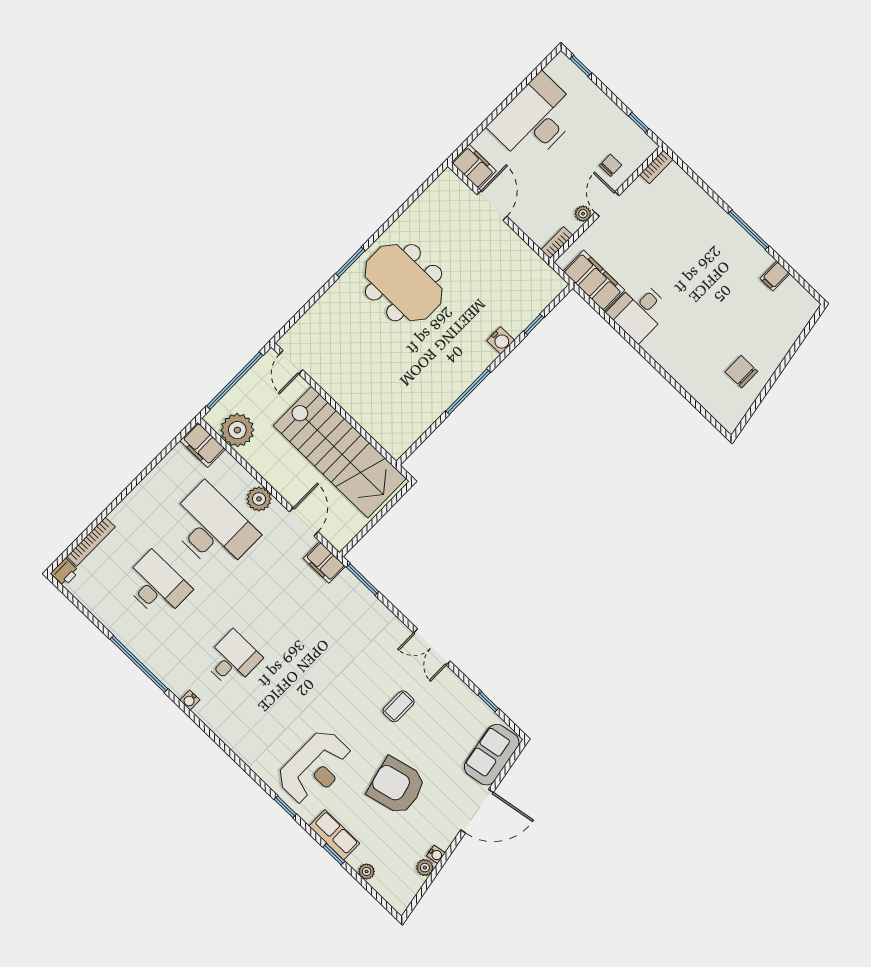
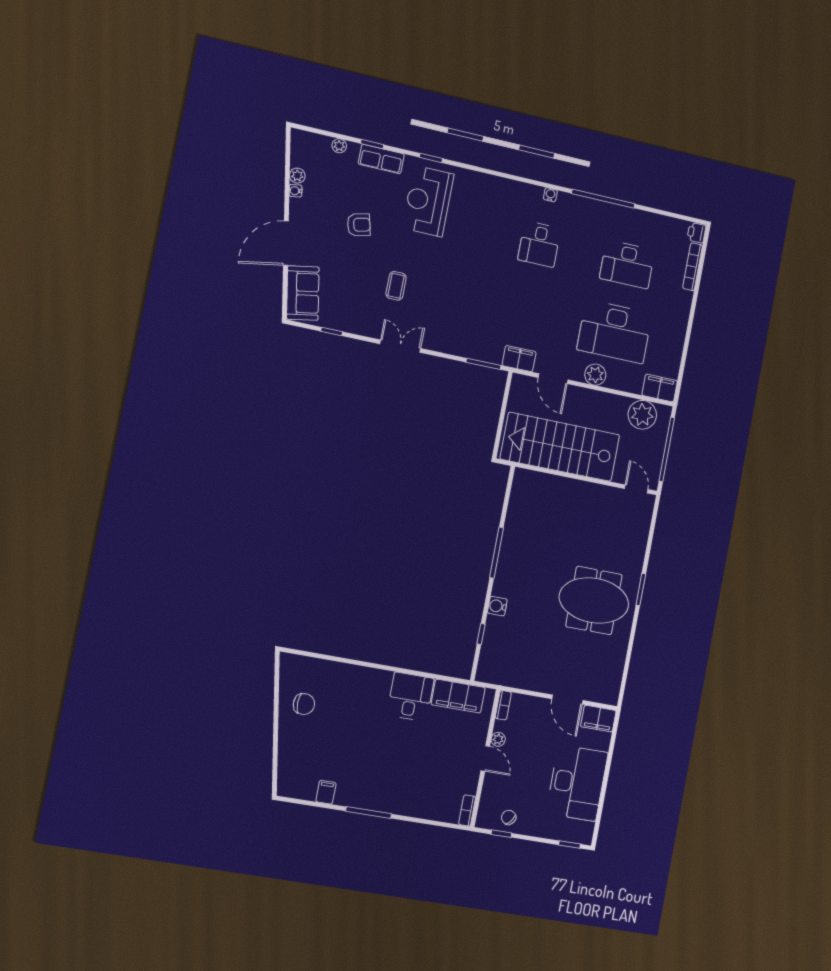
chair: (610, 165) -> (509, 817), moved, turned 128
armchair: (397, 786) -> (359, 225), width x0.53, depth x0.53

